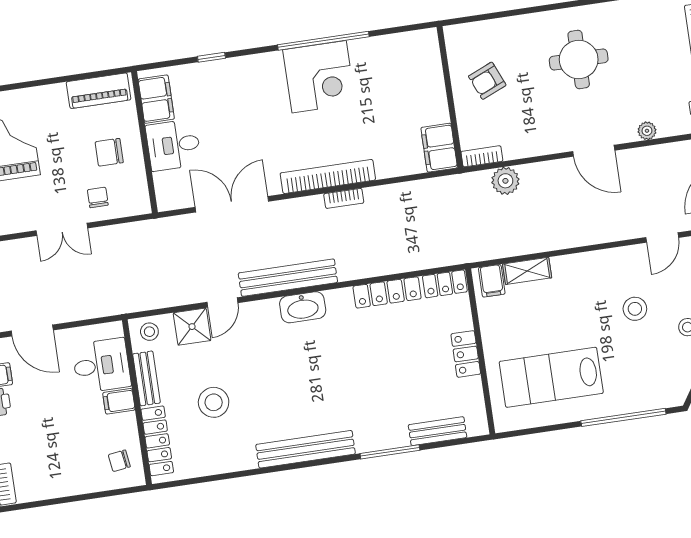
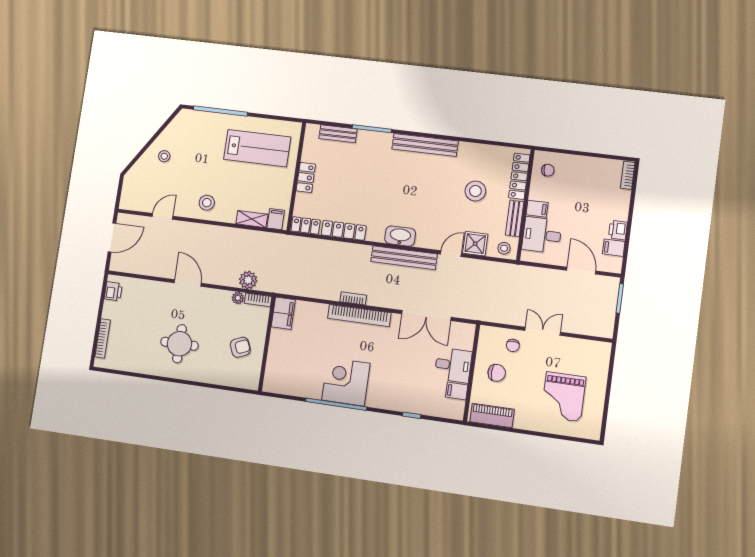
filing cabinet: (156, 99) -> (457, 391), width x0.50
plant: (647, 131) -> (238, 298), moved
stool: (635, 309) -> (207, 203), moved

